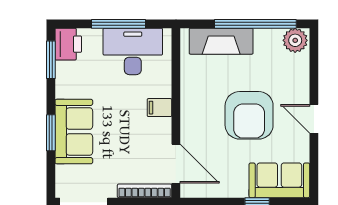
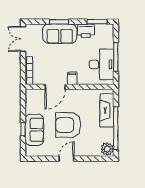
printer: (68, 44) -> (86, 31), moved
door: (176, 164) -> (55, 87), moved
sofa: (279, 180) -> (34, 130), moved

